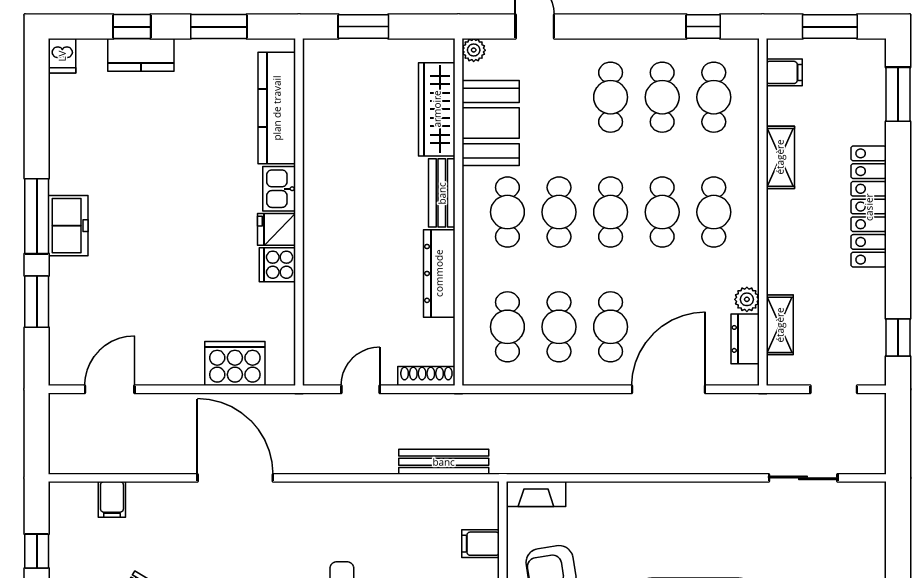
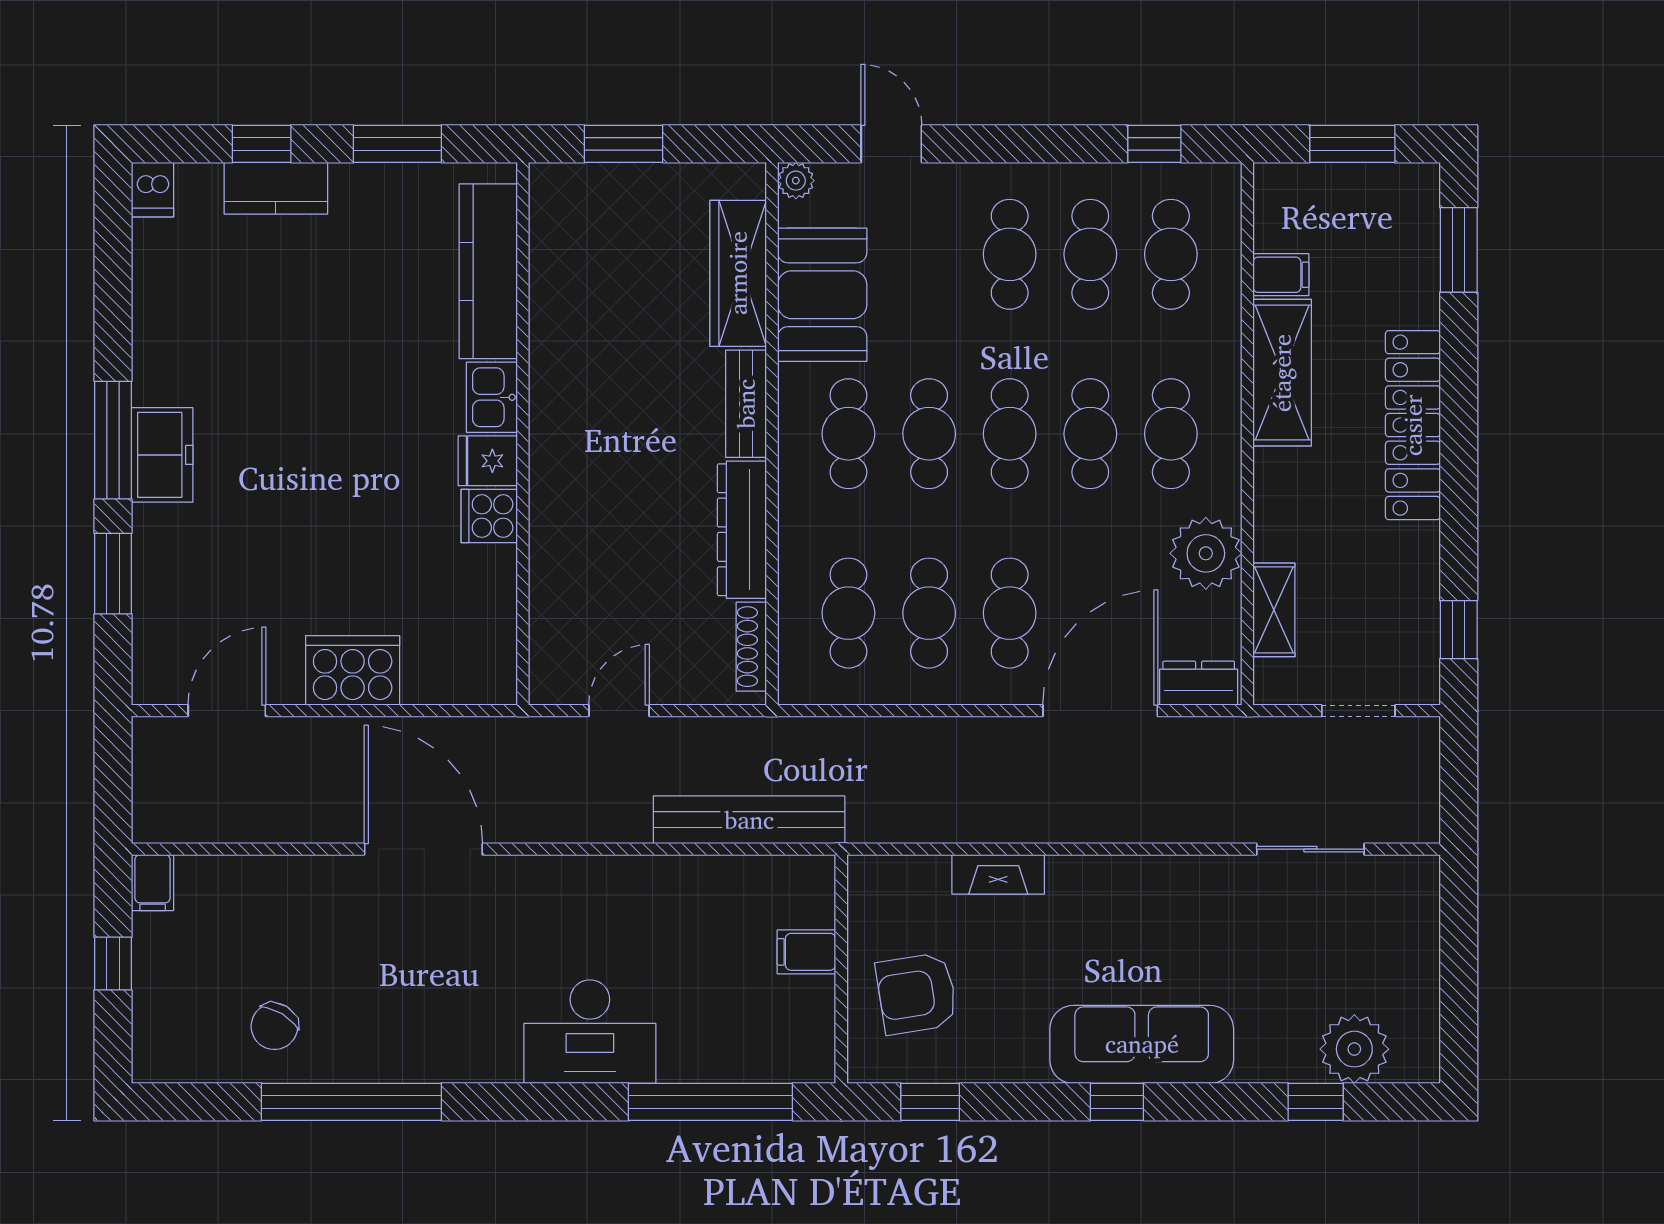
filing cabinet: (784, 72) -> (1281, 275), moved
shelving: (780, 157) -> (1282, 373), width x1.50, depth x1.33
plant: (747, 299) -> (1206, 553), width x1.87, depth x1.87
dresser: (745, 339) -> (1199, 683), moved, turned 90
cooker: (235, 363) -> (353, 670), moved
shoe rack: (426, 376) -> (751, 647), moved, turned -90
bench: (444, 462) -> (749, 820), width x1.37, depth x1.21
fireplace: (536, 494) -> (998, 874), moved
filing cabinet: (112, 499) -> (153, 883), moved

